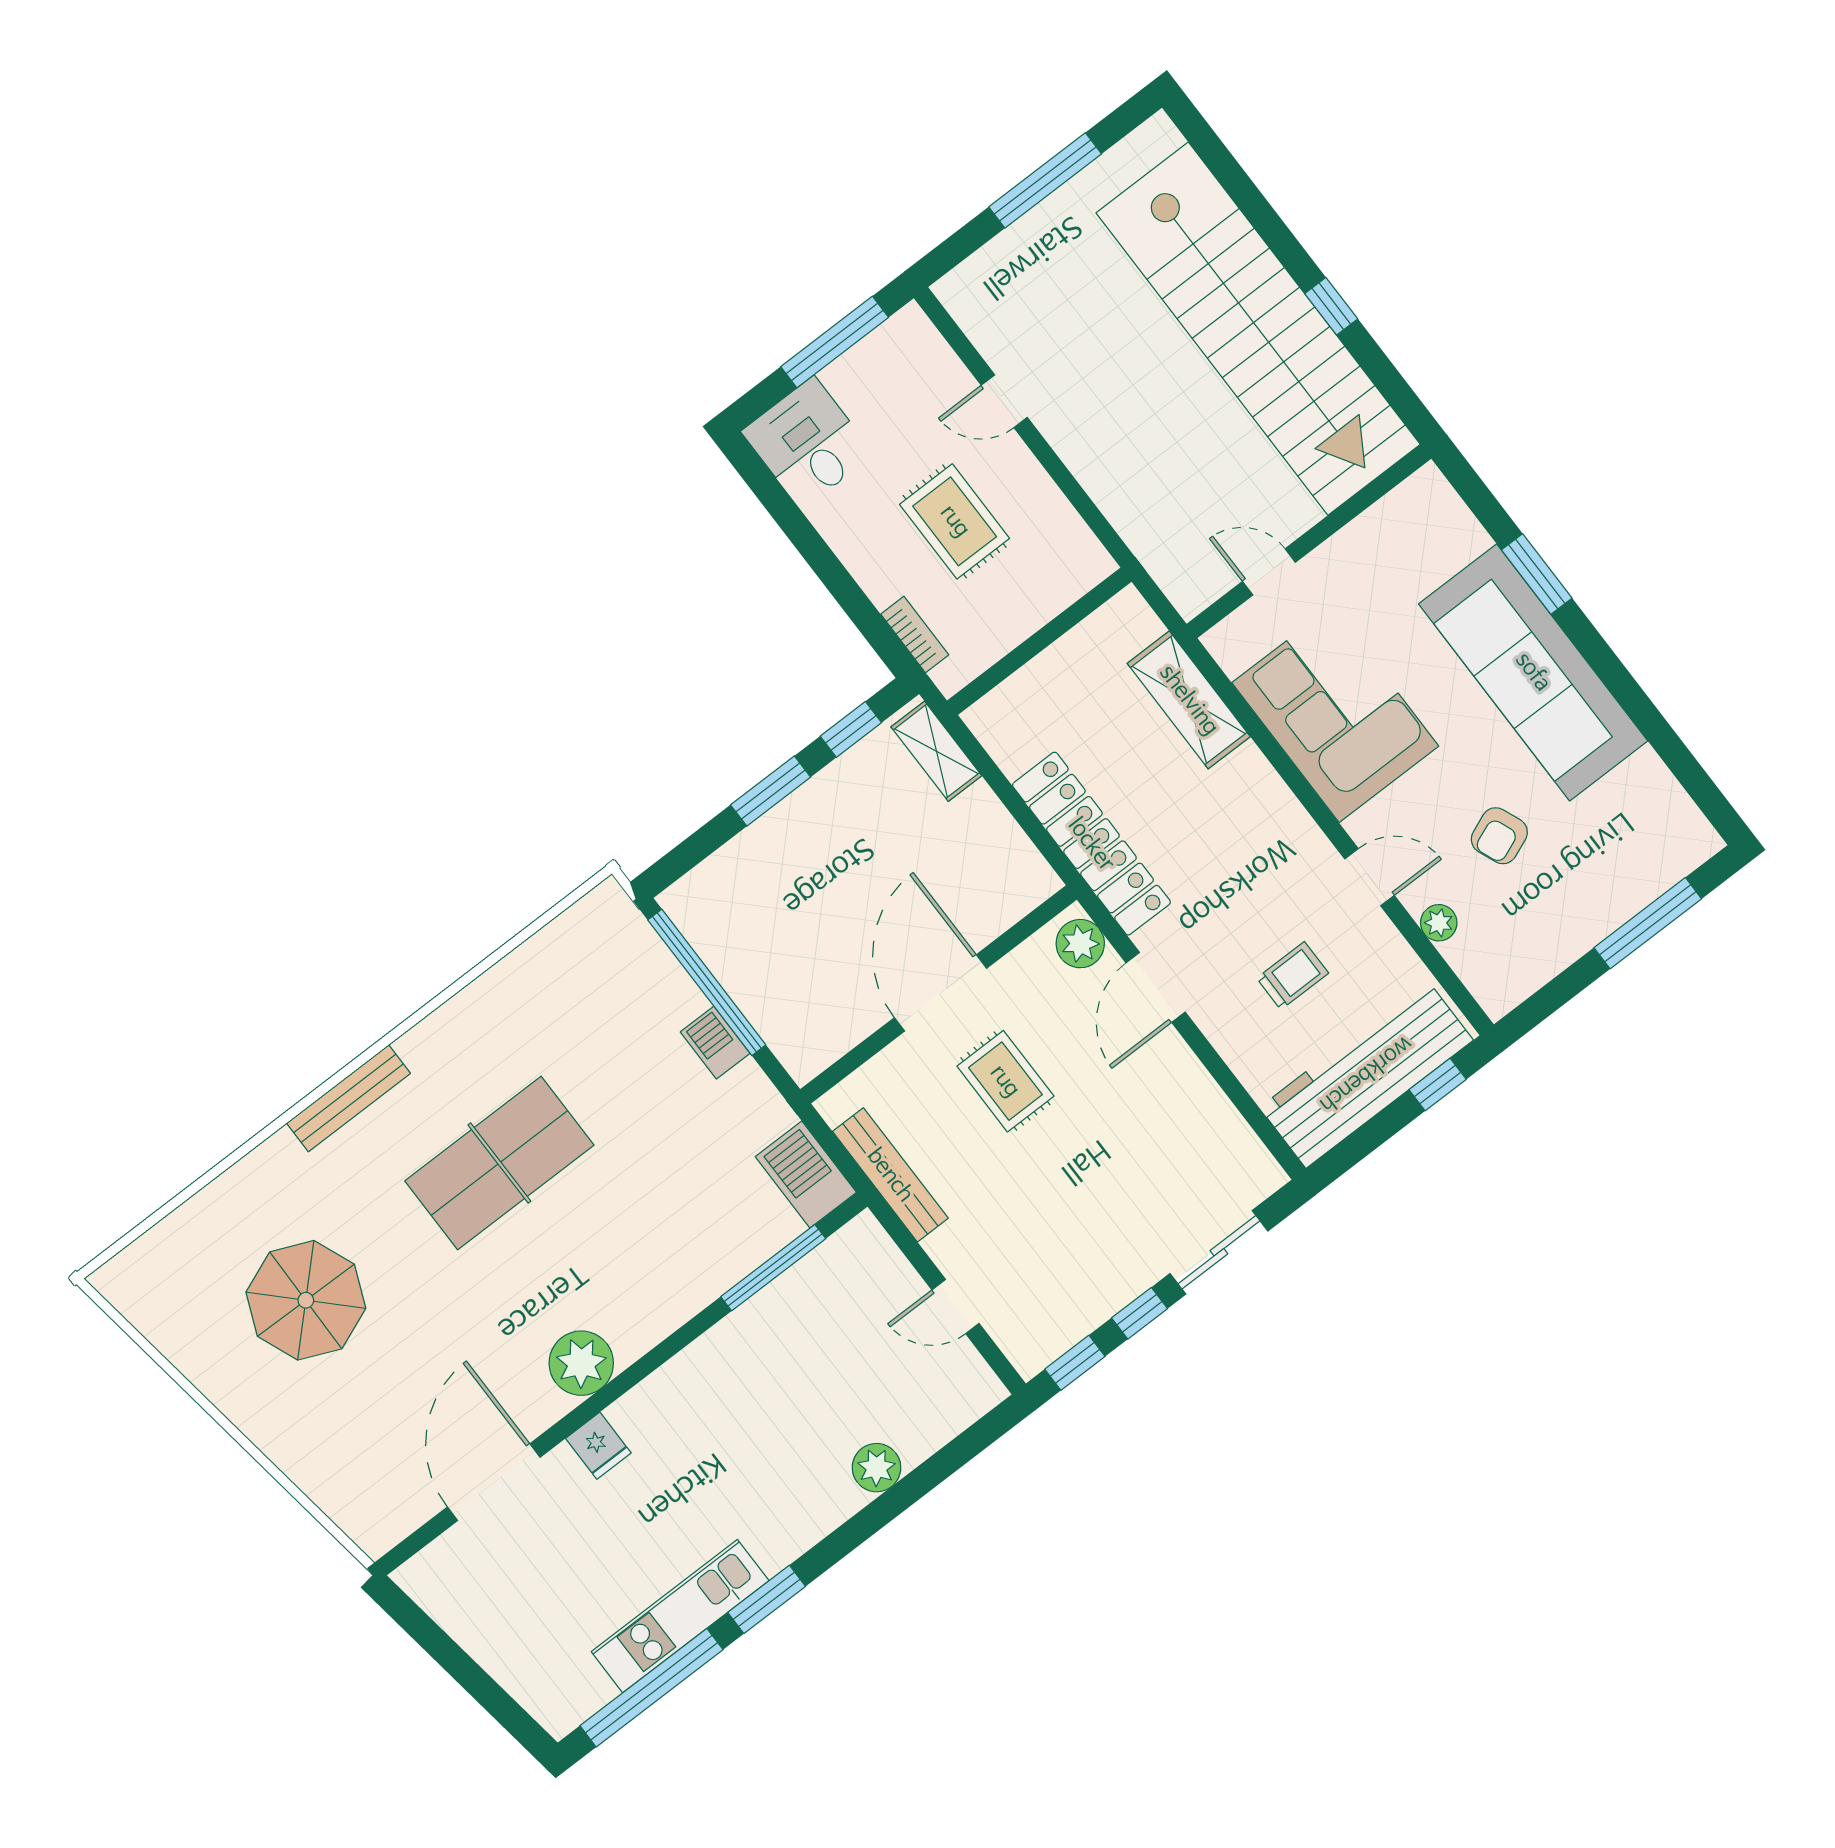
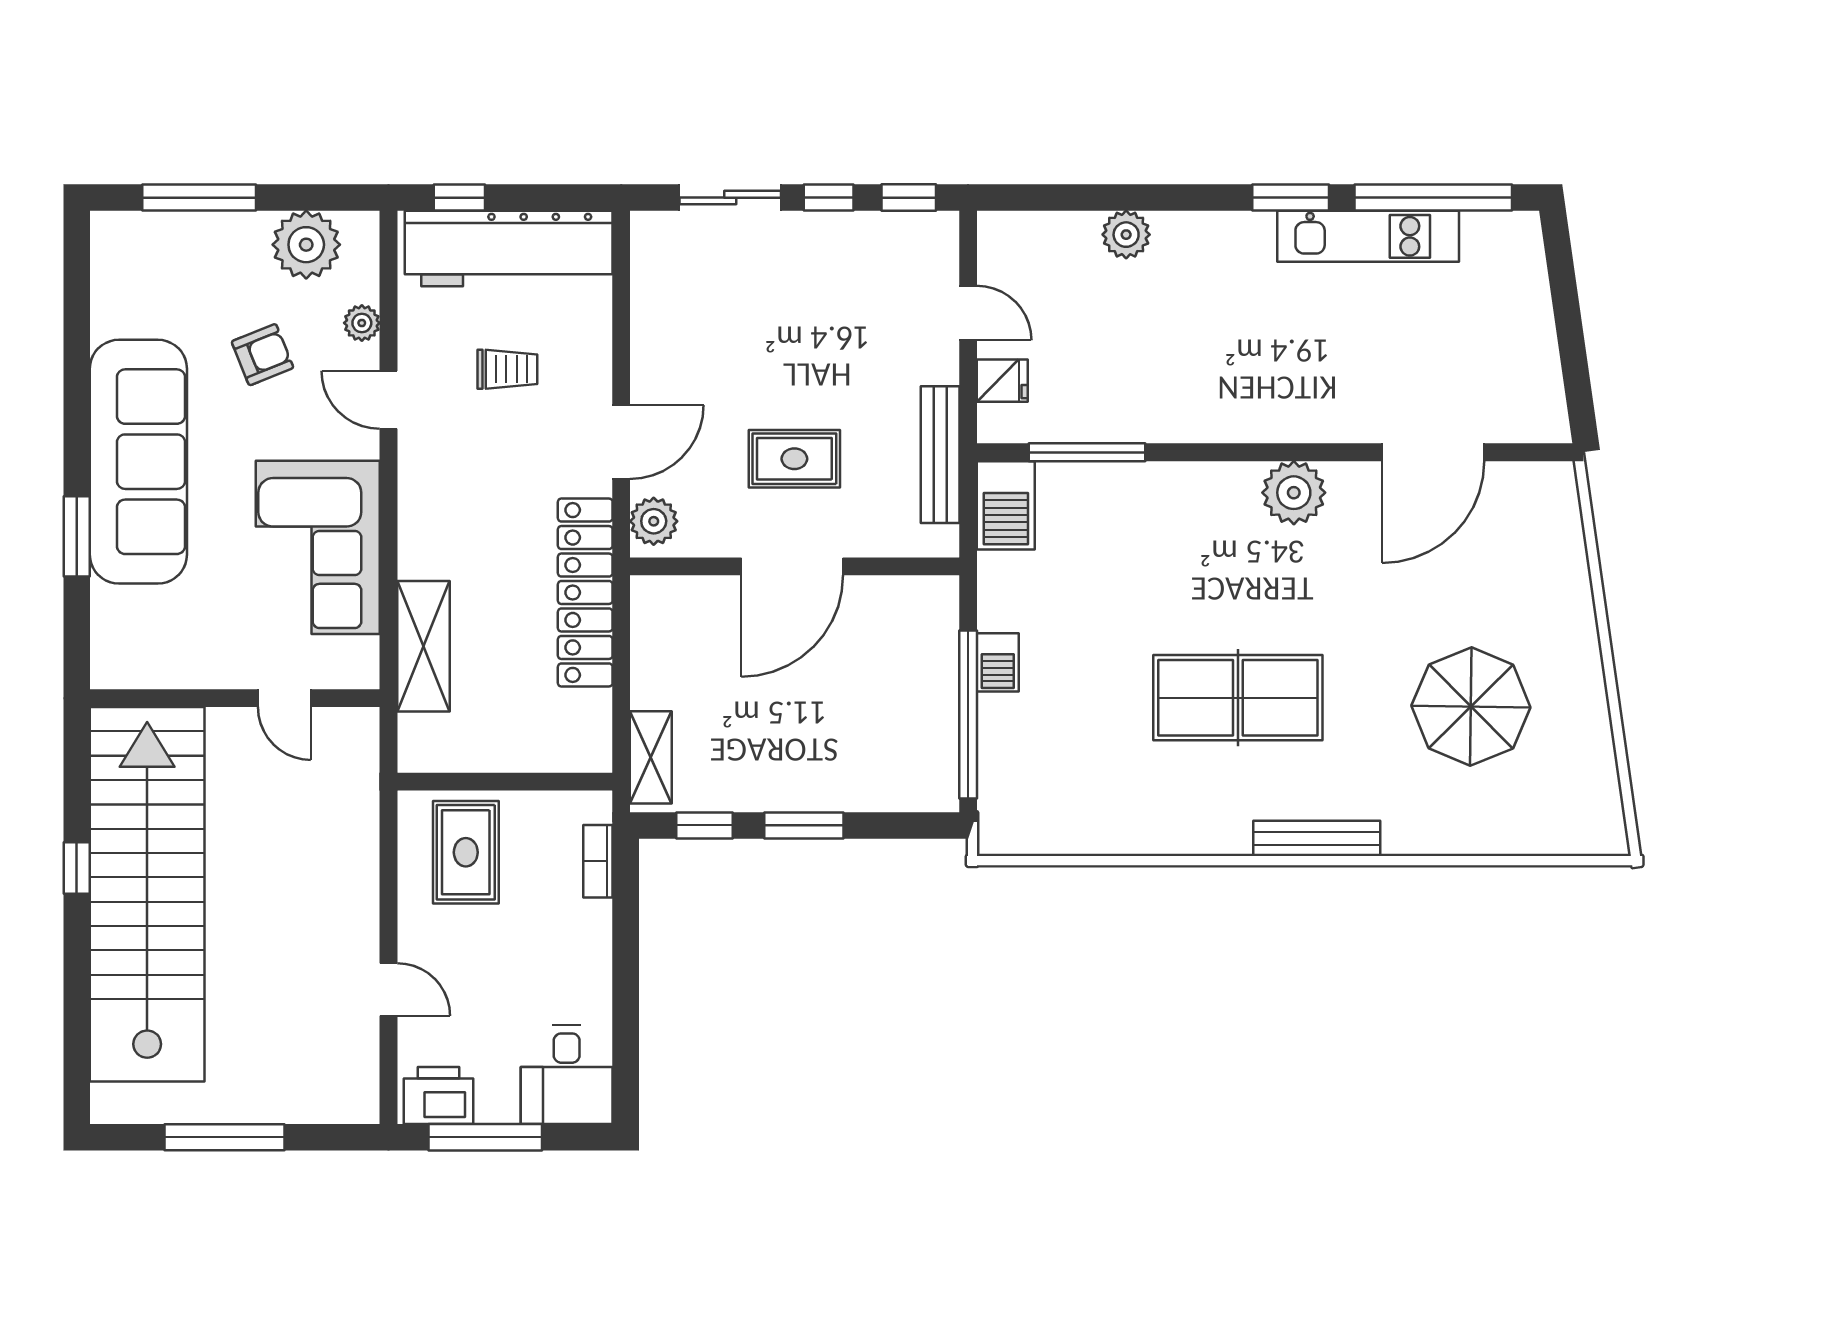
printer: (898, 347) -> (438, 1095), added
rug: (955, 521) -> (466, 852), moved
plant: (1532, 952) -> (306, 245), added
trolley: (1293, 976) -> (507, 369), turned 180
rug: (1005, 1081) -> (794, 459), turned 90
fridge: (598, 1446) -> (1002, 381), moved, turned 90

